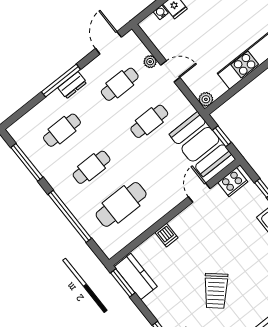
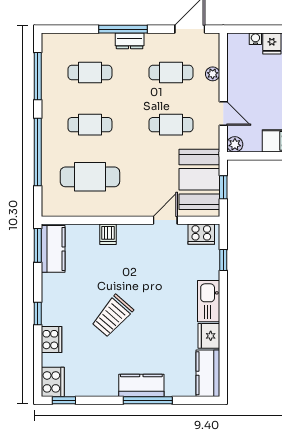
door: (170, 71) -> (223, 114), moved

